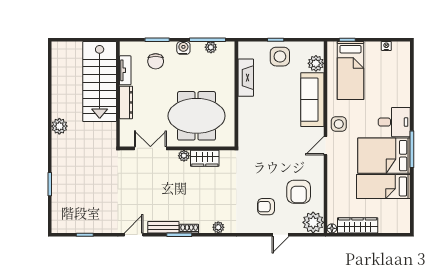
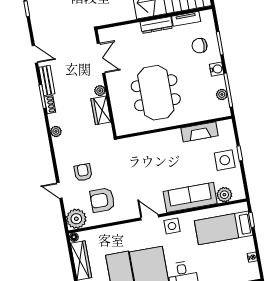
double door: (150, 148) -> (101, 58), moved
wall: (177, 148) -> (106, 83), moved
plant: (184, 156) -> (100, 91), moved
wardrobe: (205, 158) -> (101, 110), moved

